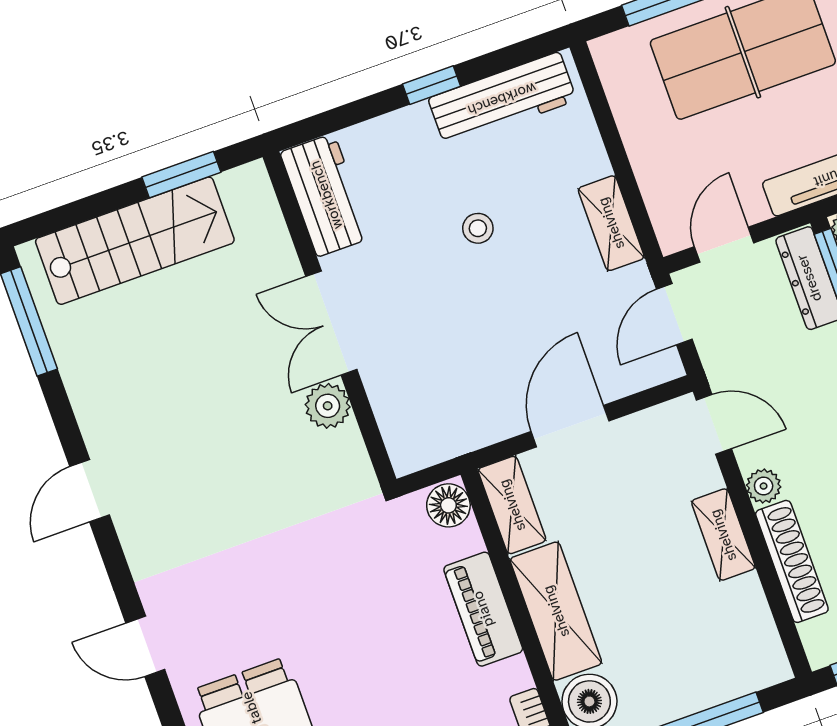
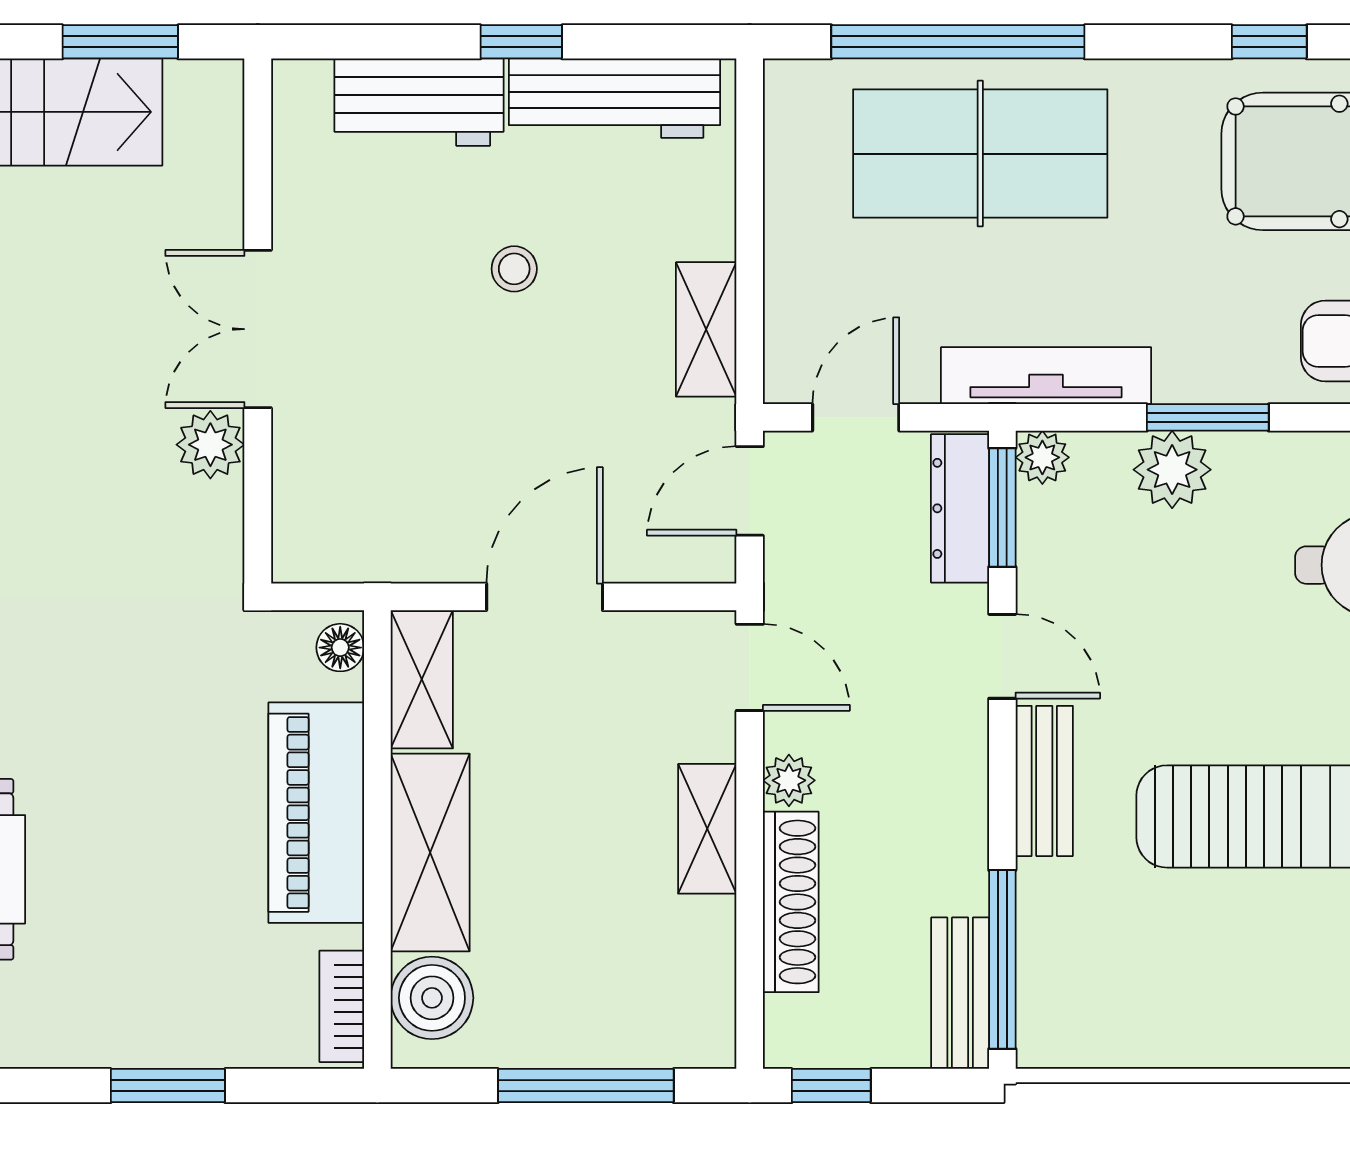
workbench: (326, 195) -> (419, 102), moved, turned 90
floor lamp: (448, 505) -> (340, 648), width x0.73, depth x0.73
piano: (483, 609) -> (316, 813), width x1.37, depth x1.33

